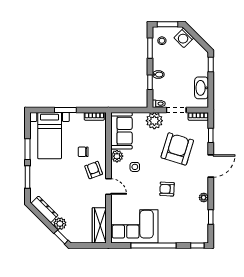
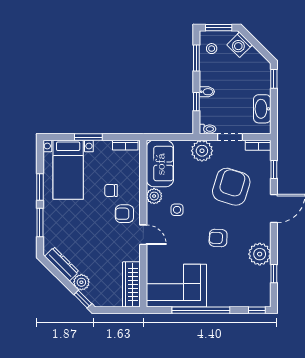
armchair: (94, 170) -> (124, 214), turned -70
plant: (204, 198) -> (260, 254), width x1.88, depth x1.88

